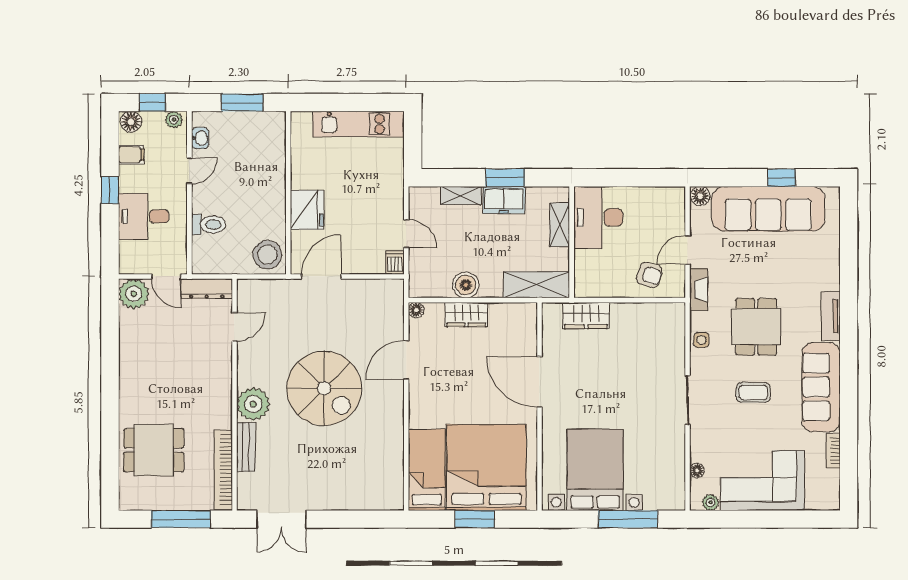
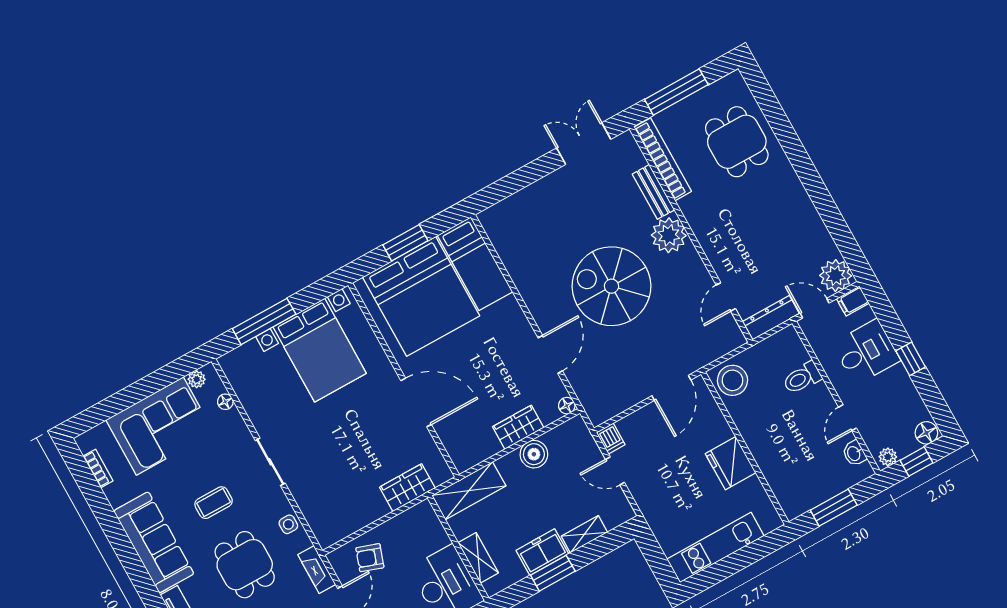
filing cabinet: (131, 155) -> (853, 301), moved
fridge: (307, 210) -> (731, 463), moved
dining table: (154, 450) -> (737, 142), turned 90
bookcase: (833, 451) -> (98, 468), moved

